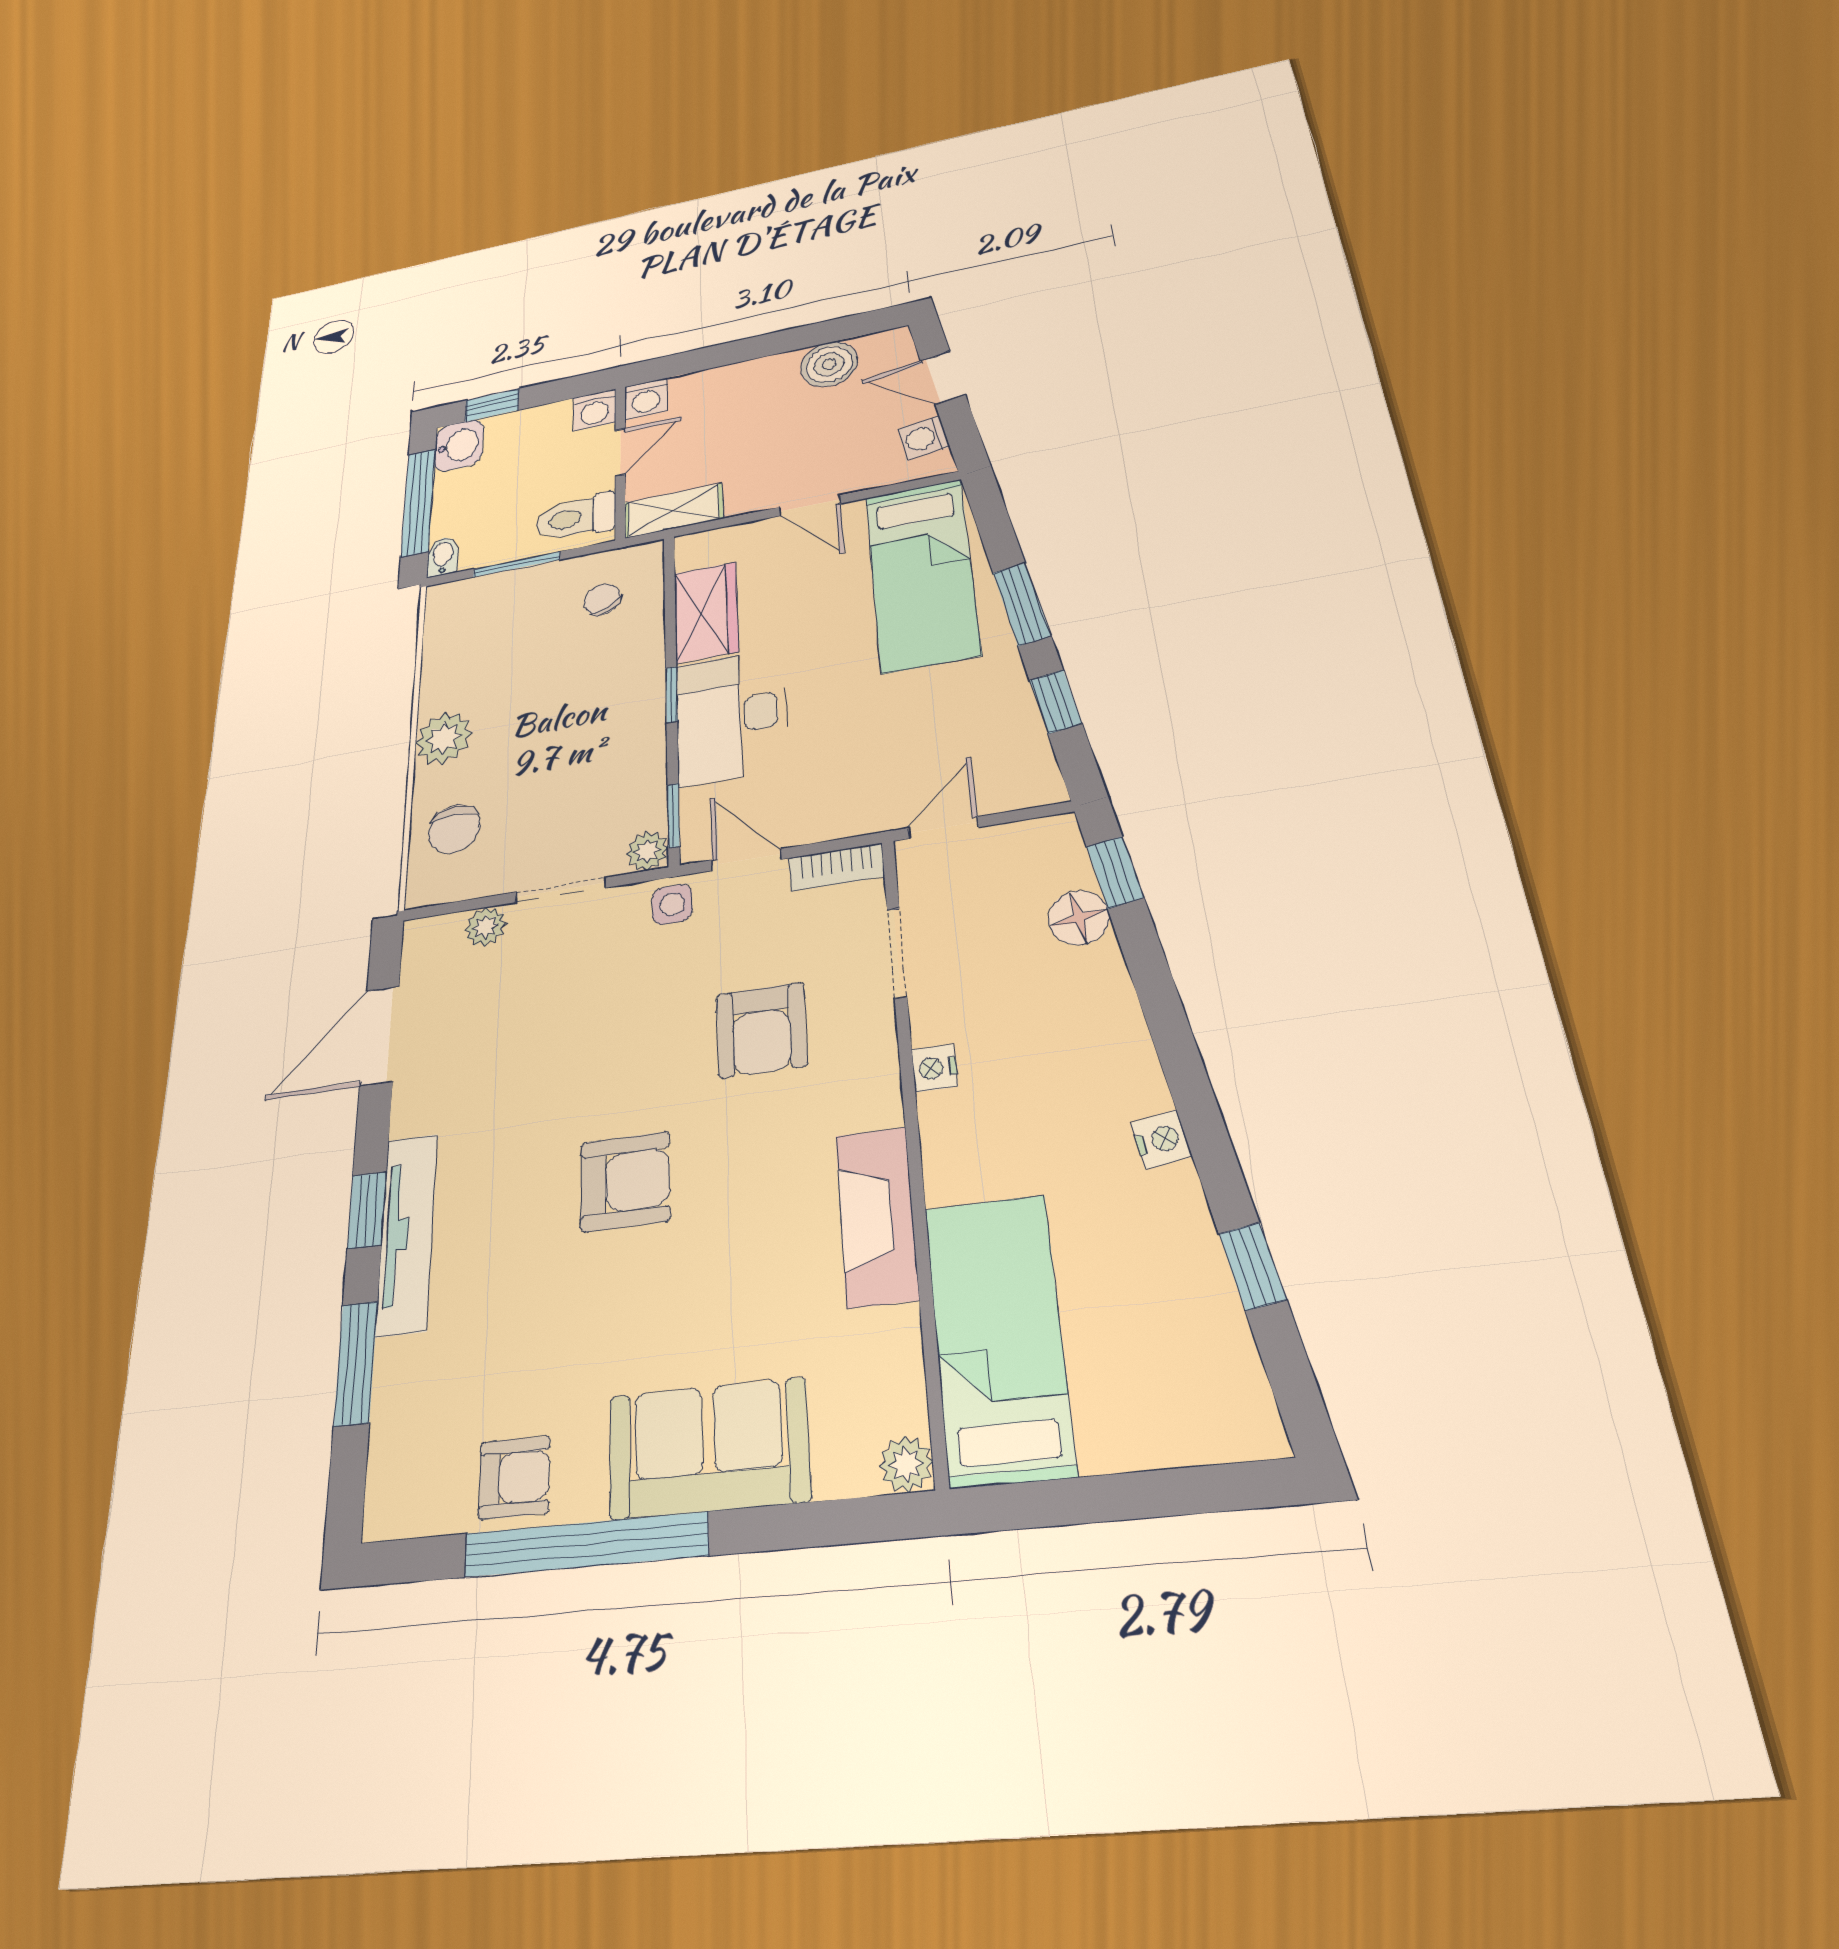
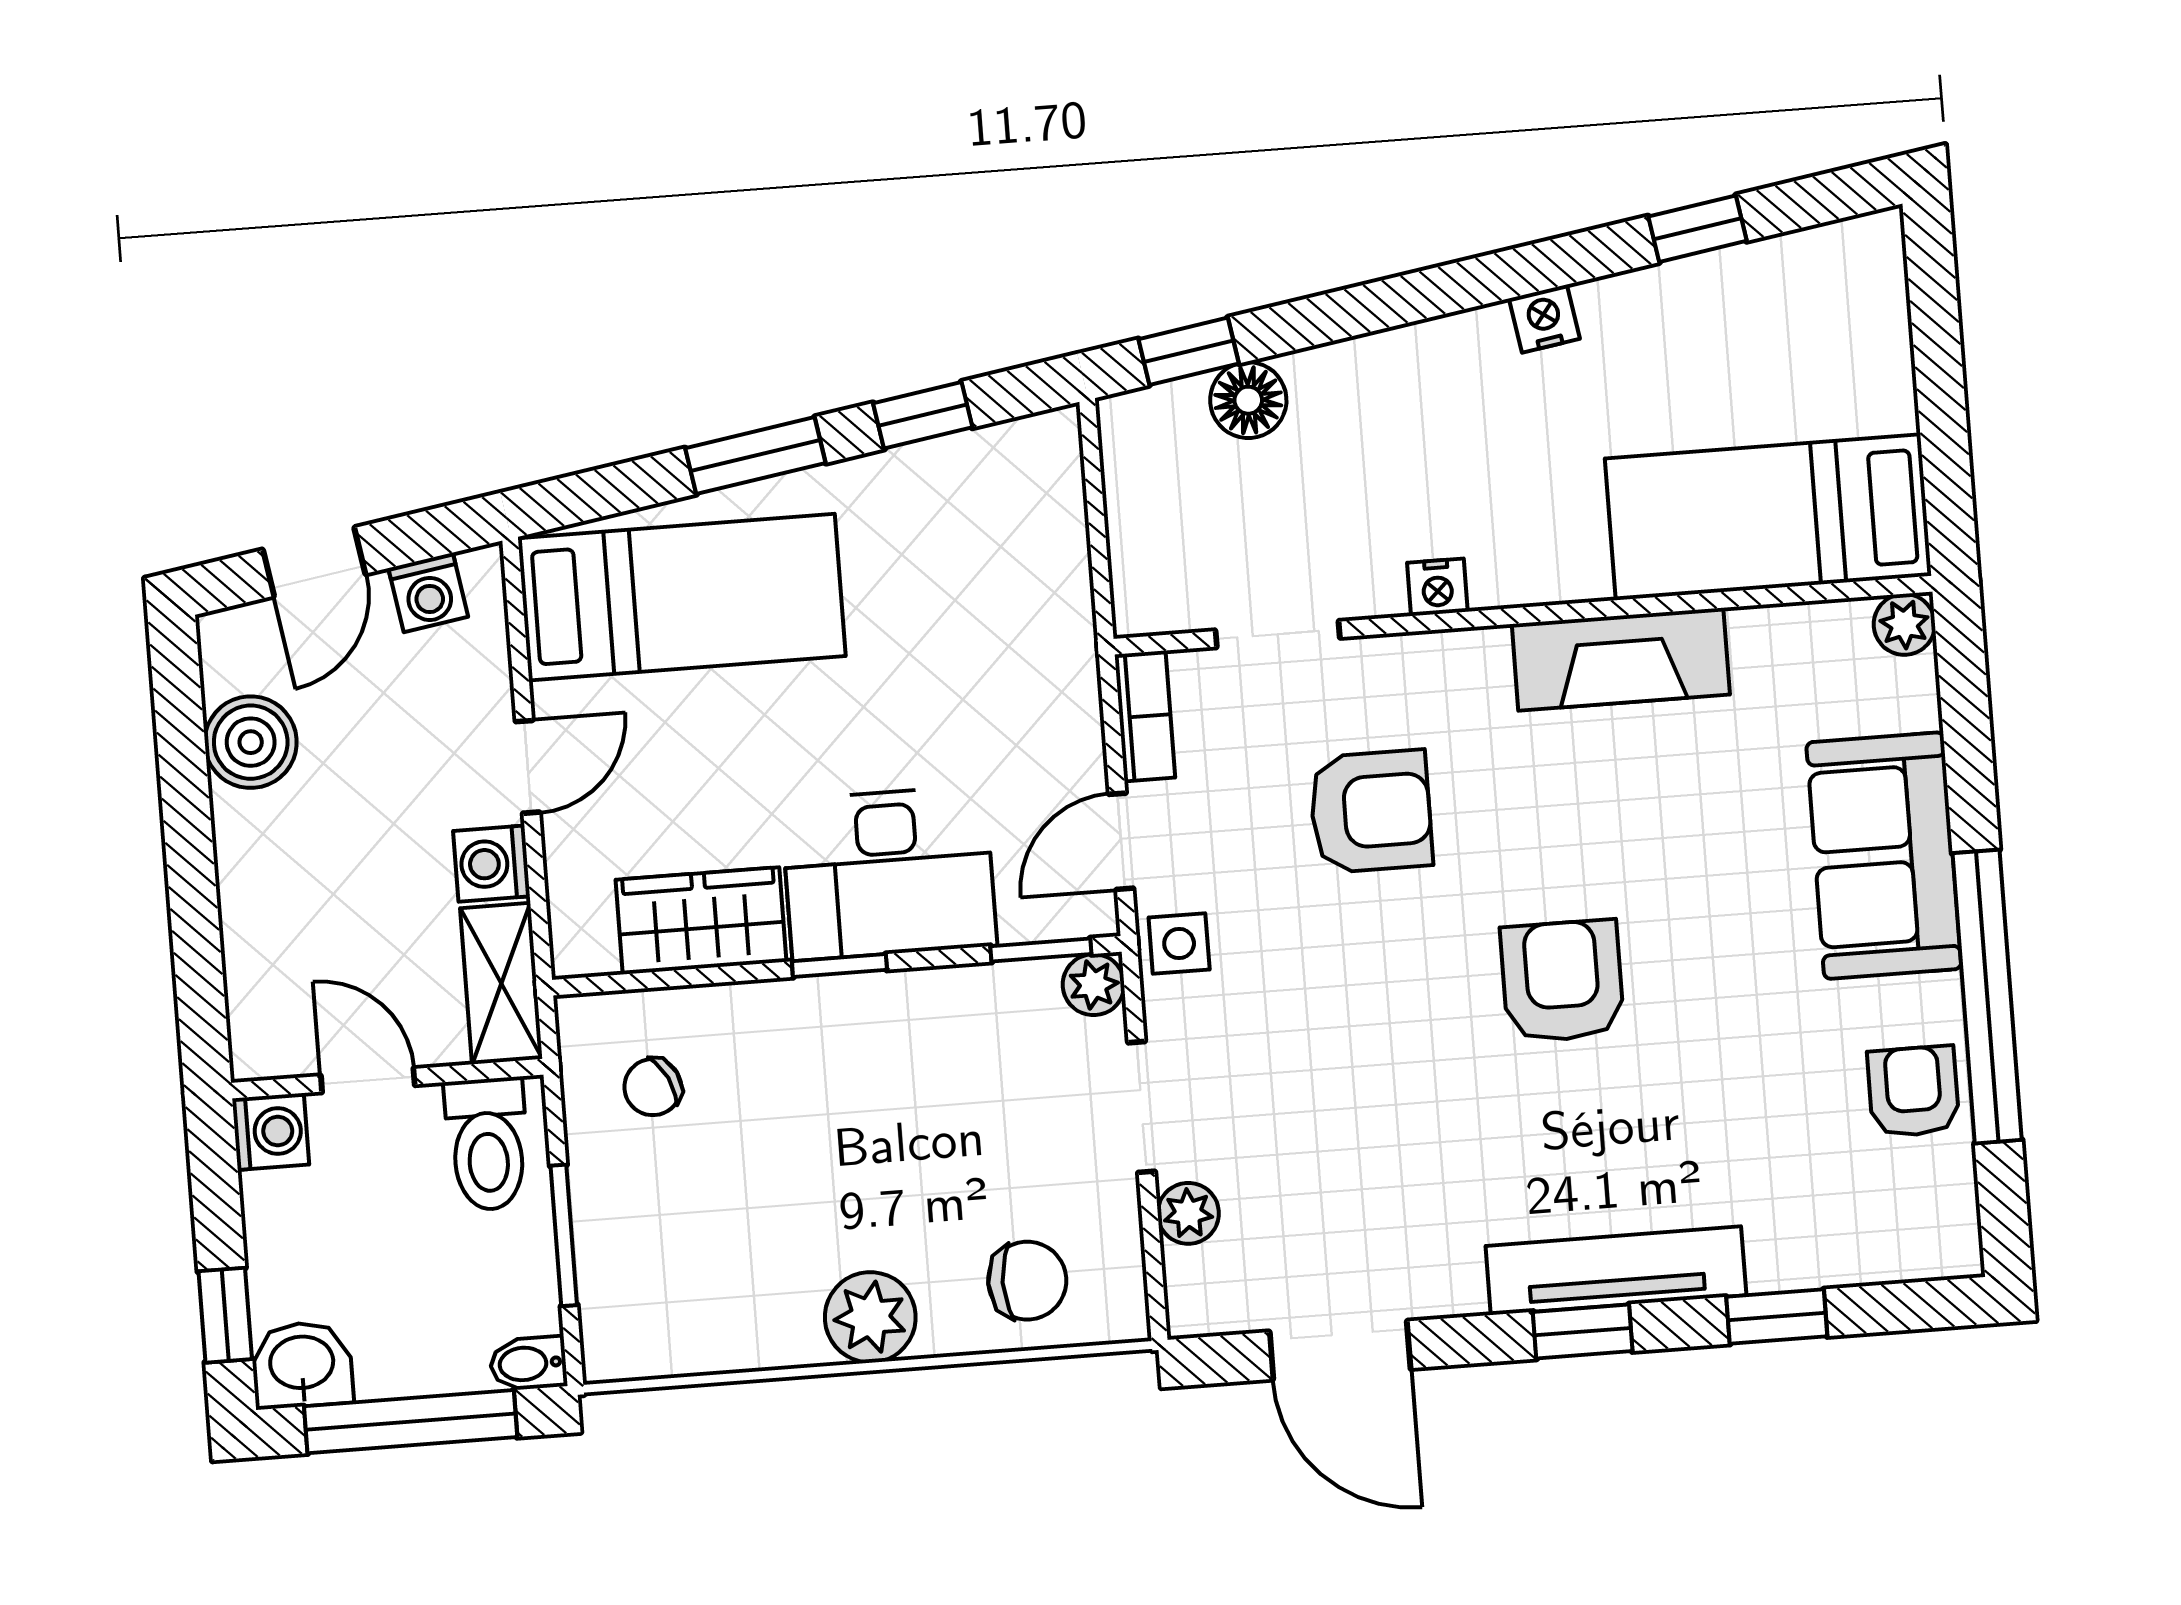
washing machine: (646, 399) -> (492, 864), moved, turned 180
door: (943, 828) -> (1100, 572), removed
window: (356, 1363) -> (1777, 1317), width x0.67

